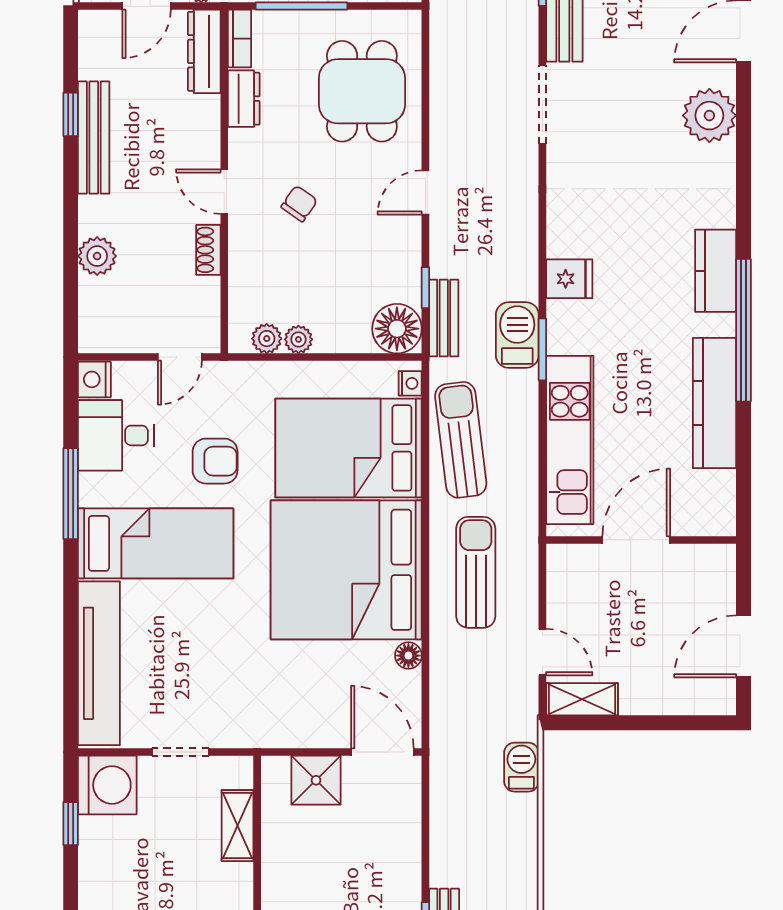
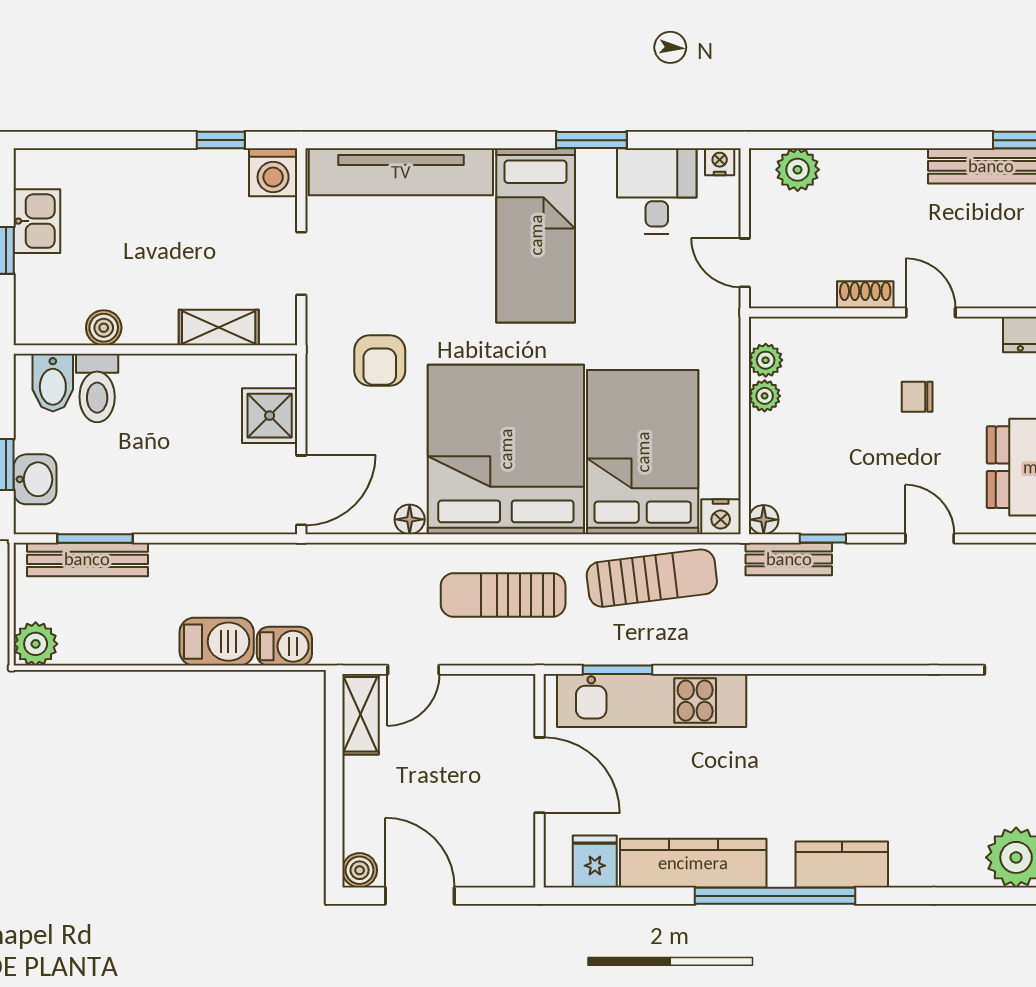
door: (224, 192) -> (931, 313), hinge flipped
chair: (299, 204) -> (917, 397), turned 145
plant: (97, 256) -> (798, 170), moved
fridge: (569, 279) -> (595, 861), moved, turned 180
floor lamp: (397, 329) -> (764, 520), width x0.53, depth x0.53
barbecue: (517, 335) -> (217, 642), moved
window: (542, 349) -> (618, 670), moved
nightstand: (94, 379) -> (720, 162), width x0.72, depth x0.74
nightstand: (410, 383) -> (721, 517), width x1.39, depth x1.35
armchair: (215, 461) -> (380, 361), moved
window: (71, 494) -> (591, 140), width x0.69
sun lounger: (476, 572) -> (503, 595), turned 180
boiler: (721, 700) -> (360, 870), added
washing machine: (107, 785) -> (273, 172), width x0.73, depth x0.73

